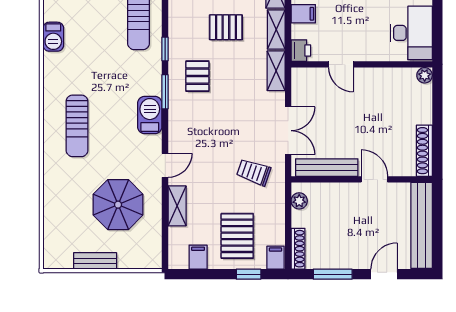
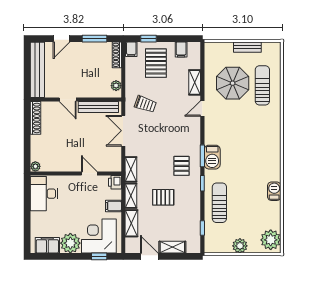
barbecue: (150, 115) -> (212, 157), moved
sun lounger: (77, 126) -> (262, 85), moved

